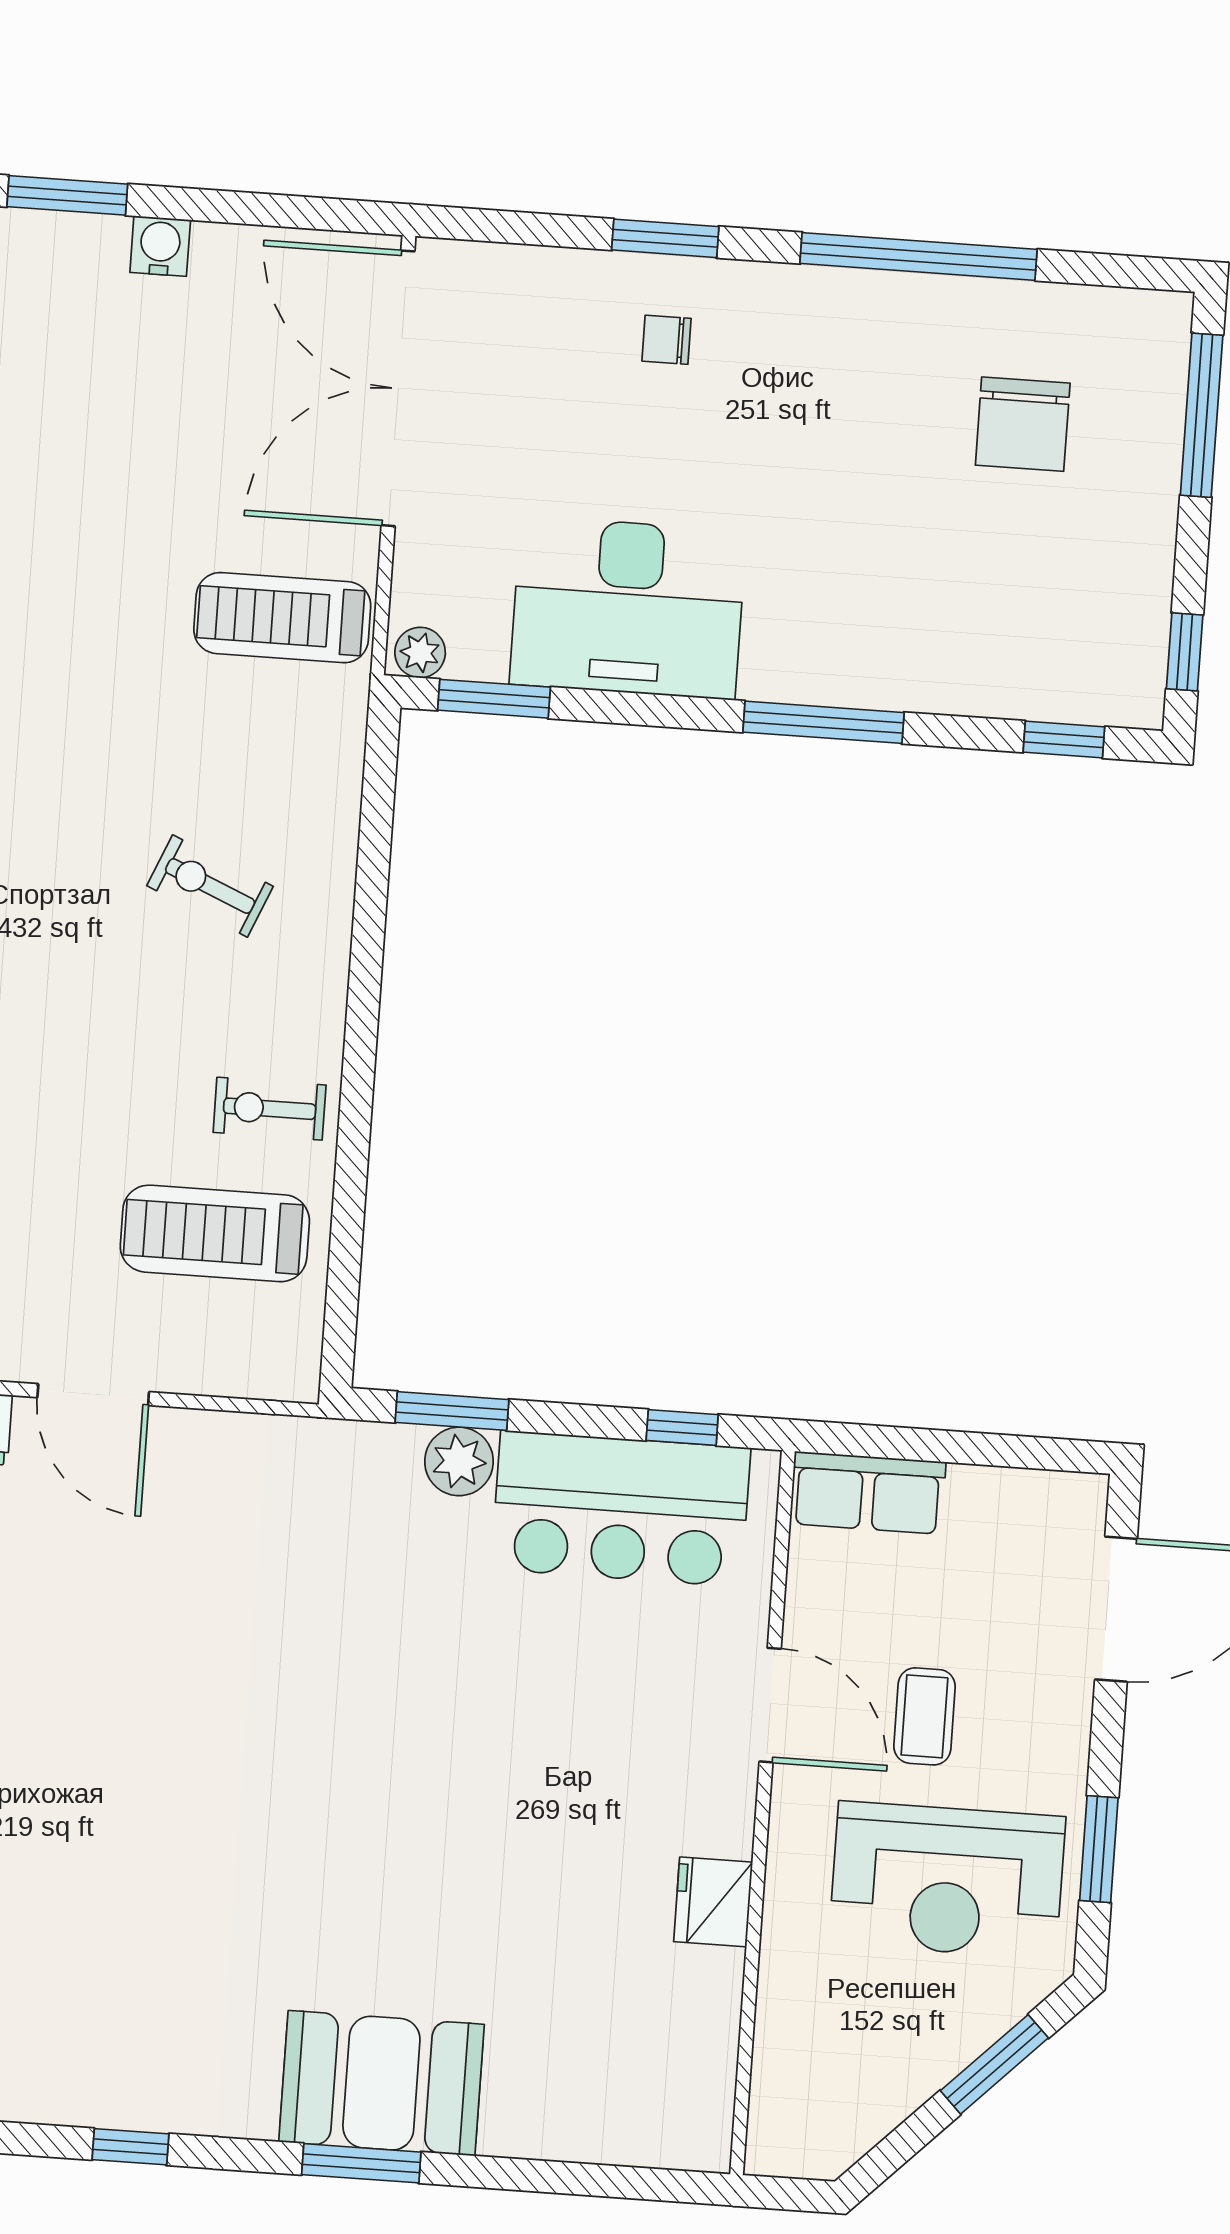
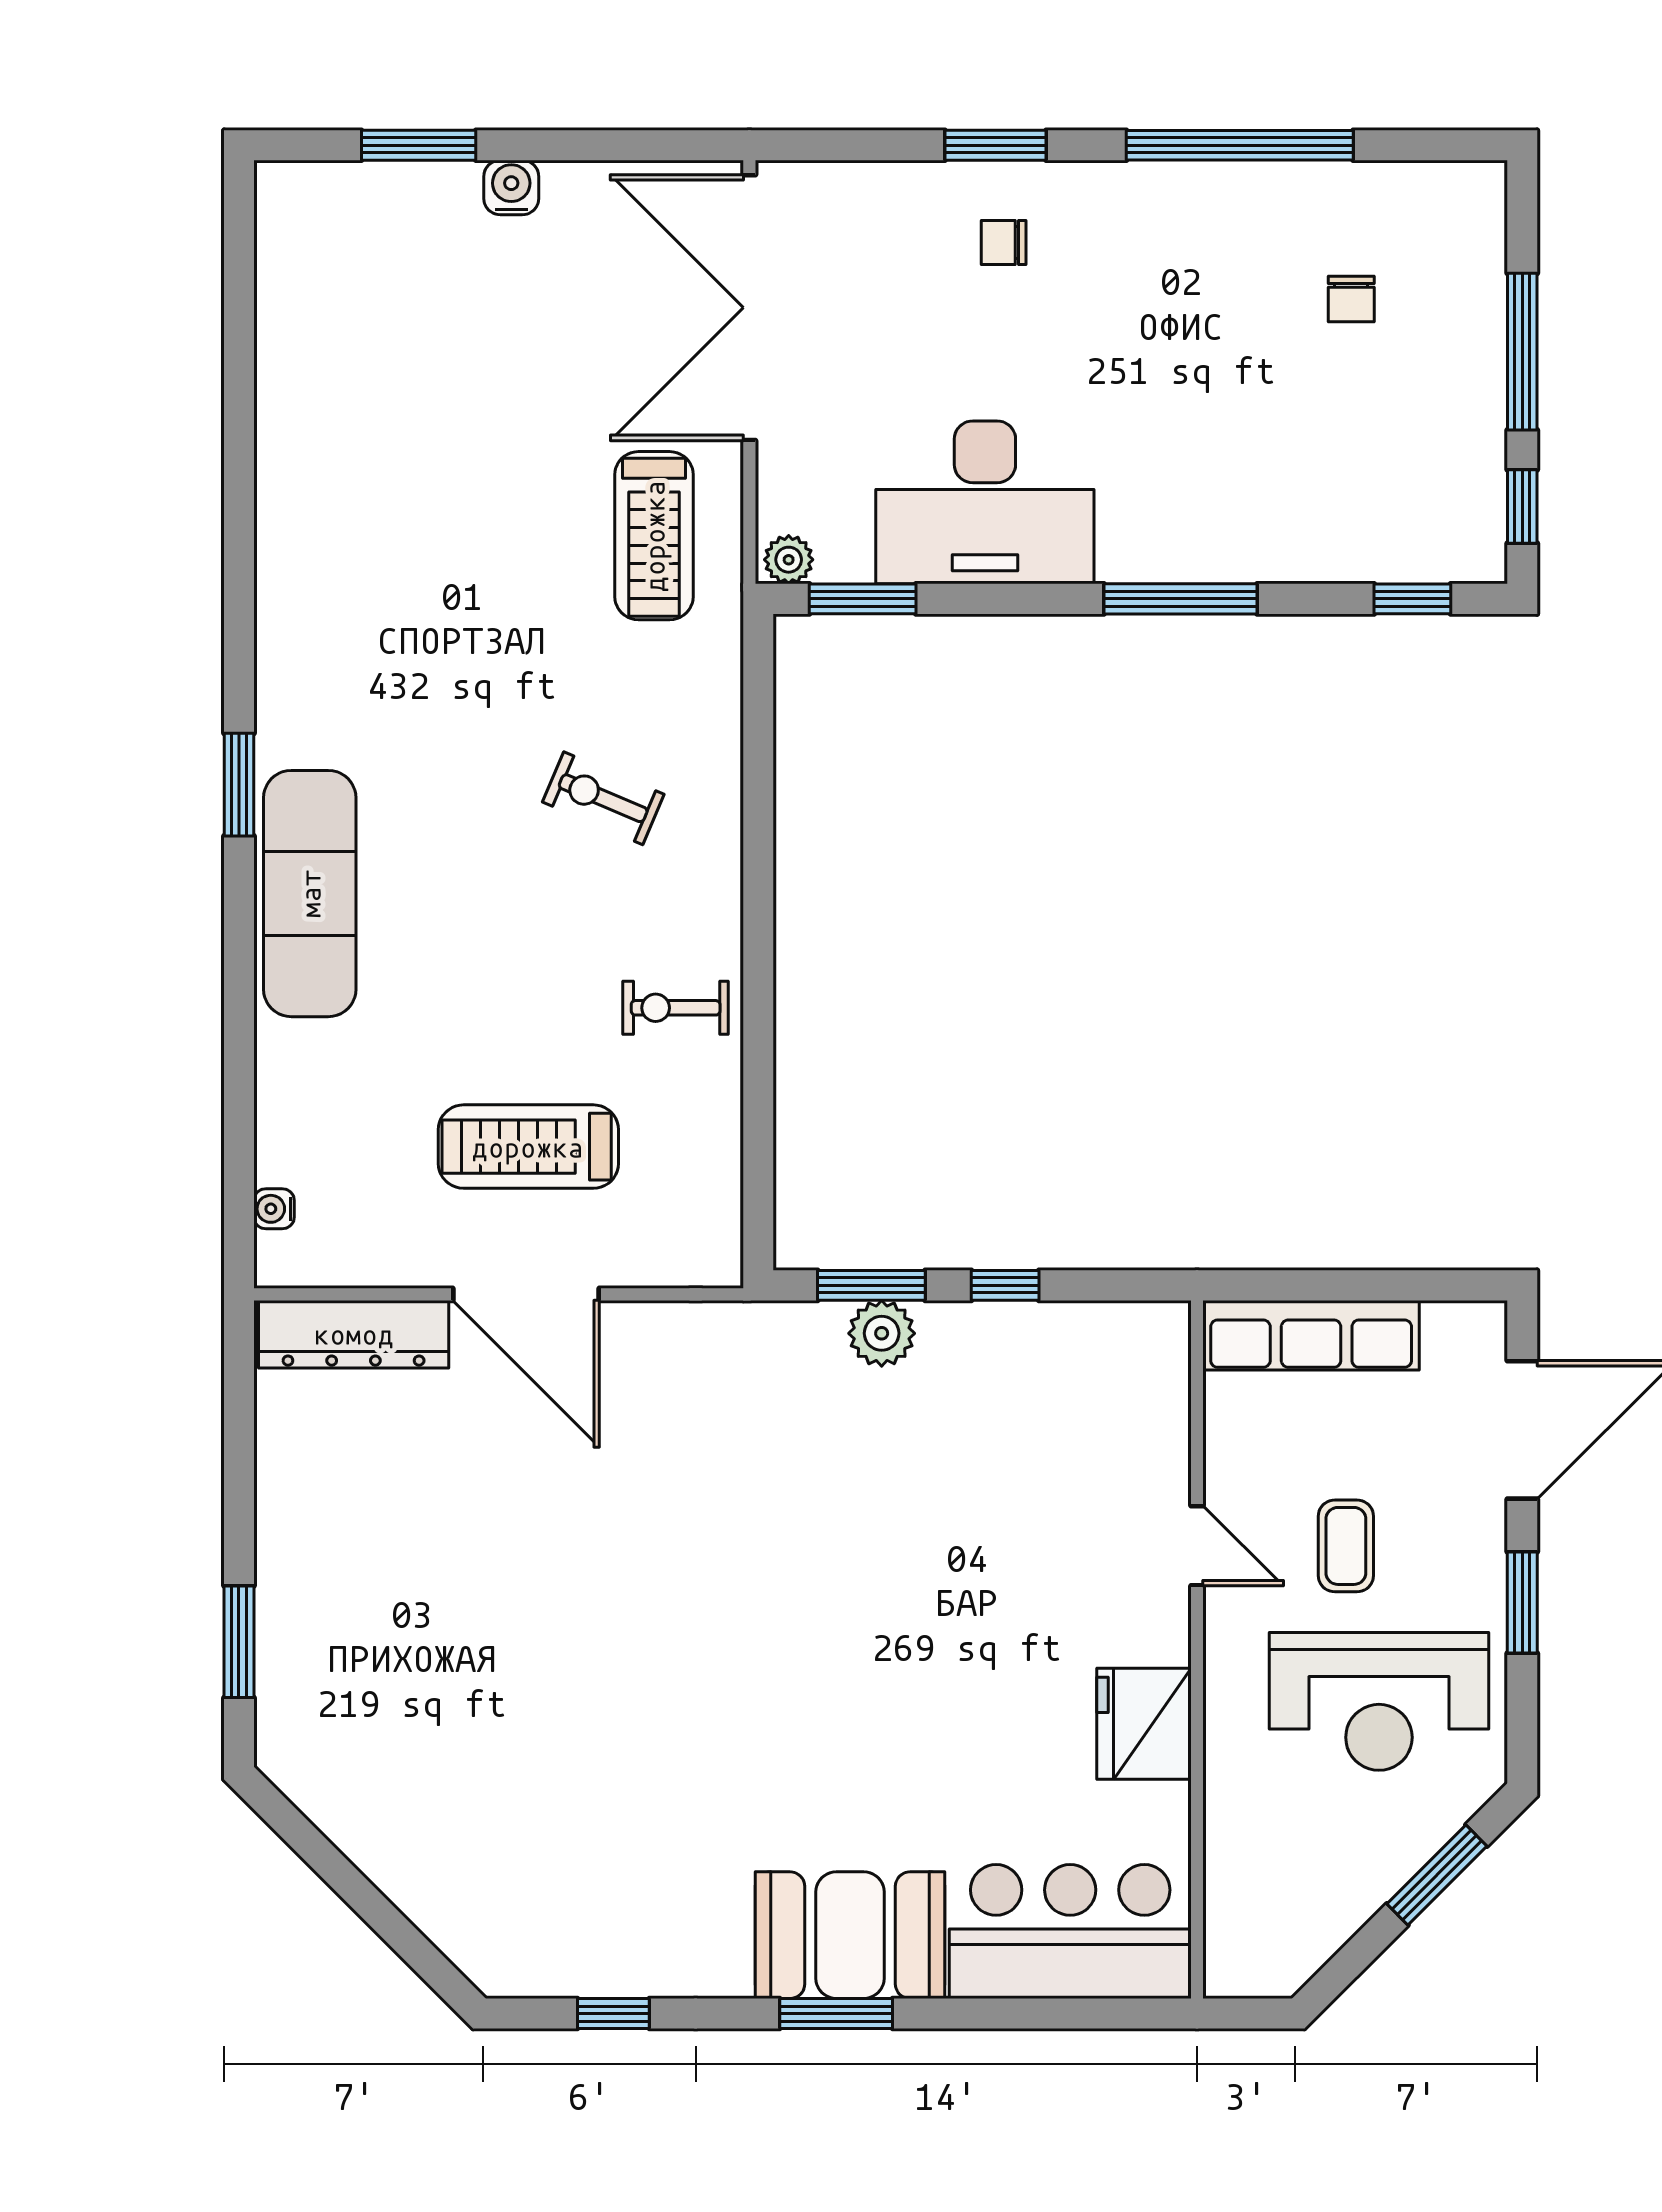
window: (1202, 415) -> (1522, 352), moved
chair: (1023, 424) -> (1351, 299), width x0.54, depth x0.54
treadmill: (282, 618) -> (654, 536), turned -90
treadmill: (215, 1233) -> (528, 1147), moved
door: (93, 1395) -> (526, 1294), width x1.36
window: (682, 1427) -> (1005, 1285), moved
row of seats: (868, 1493) -> (1311, 1335), width x1.48
bar counter: (621, 1509) -> (1070, 1932), moved, turned 180
door: (770, 1705) -> (1197, 1546), width x0.73
window: (1099, 1849) -> (1522, 1602), moved
fridge: (713, 1902) -> (1144, 1724), width x1.36, depth x1.34

